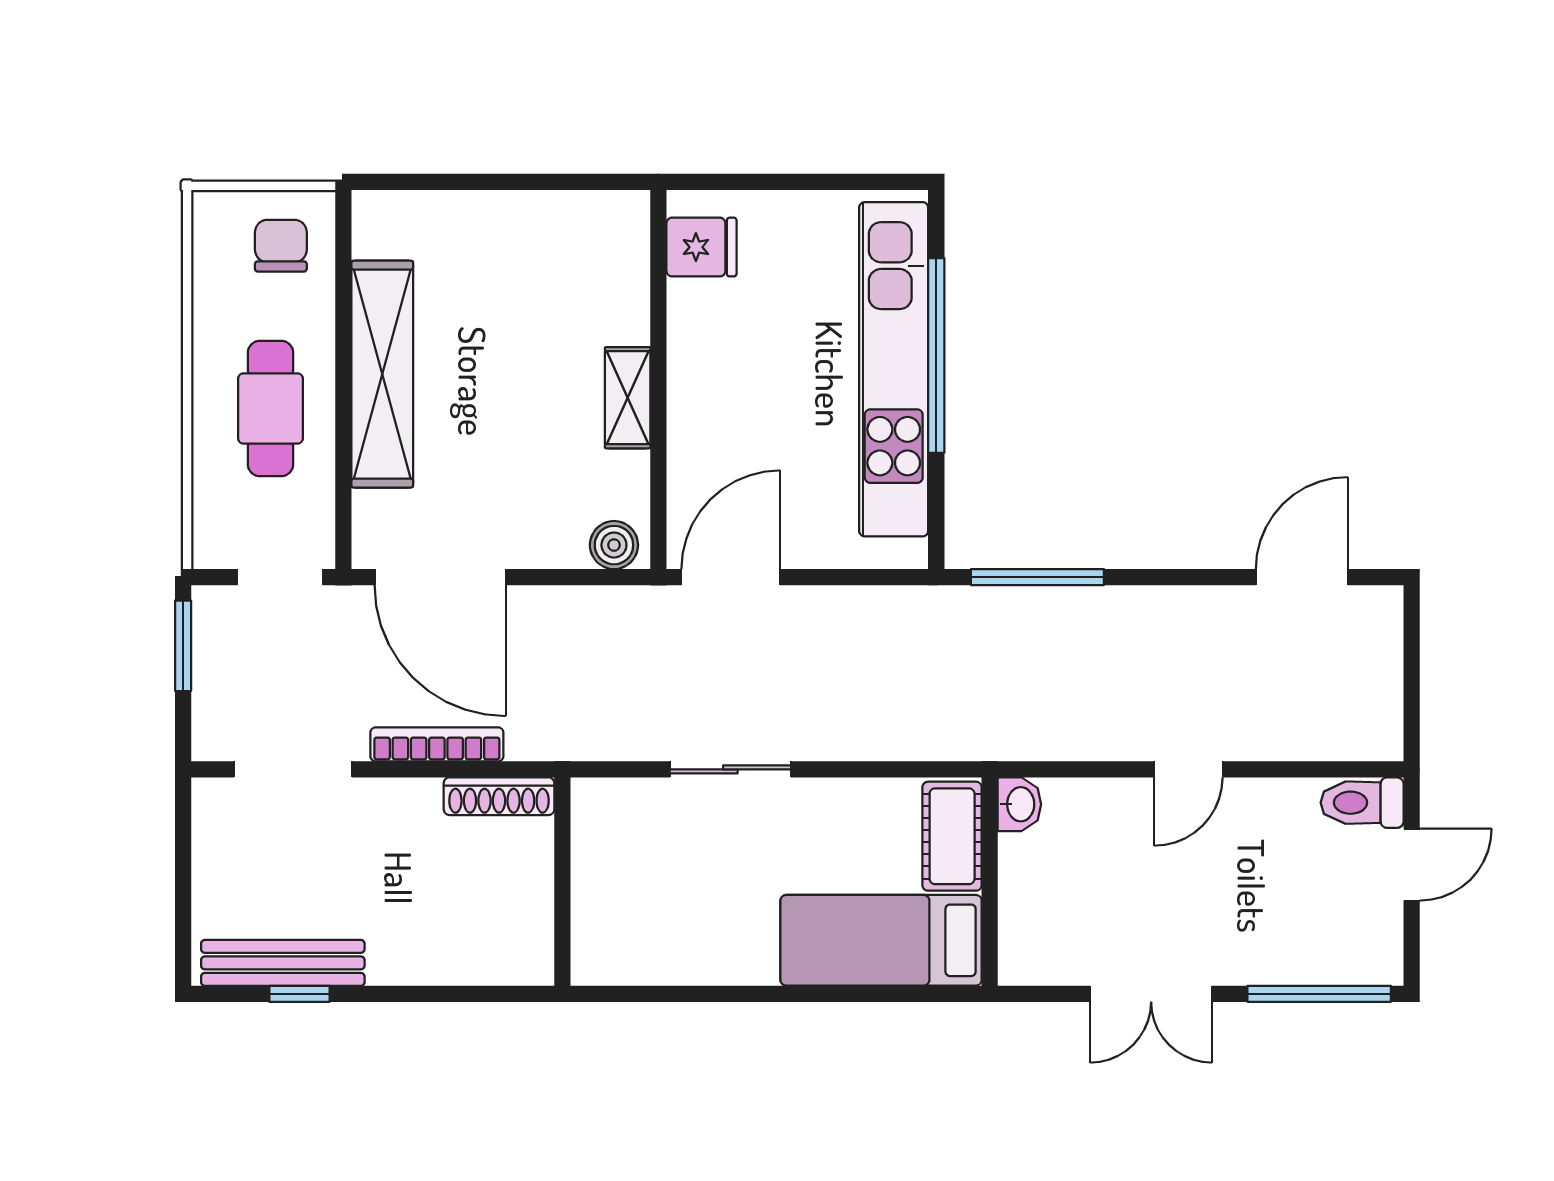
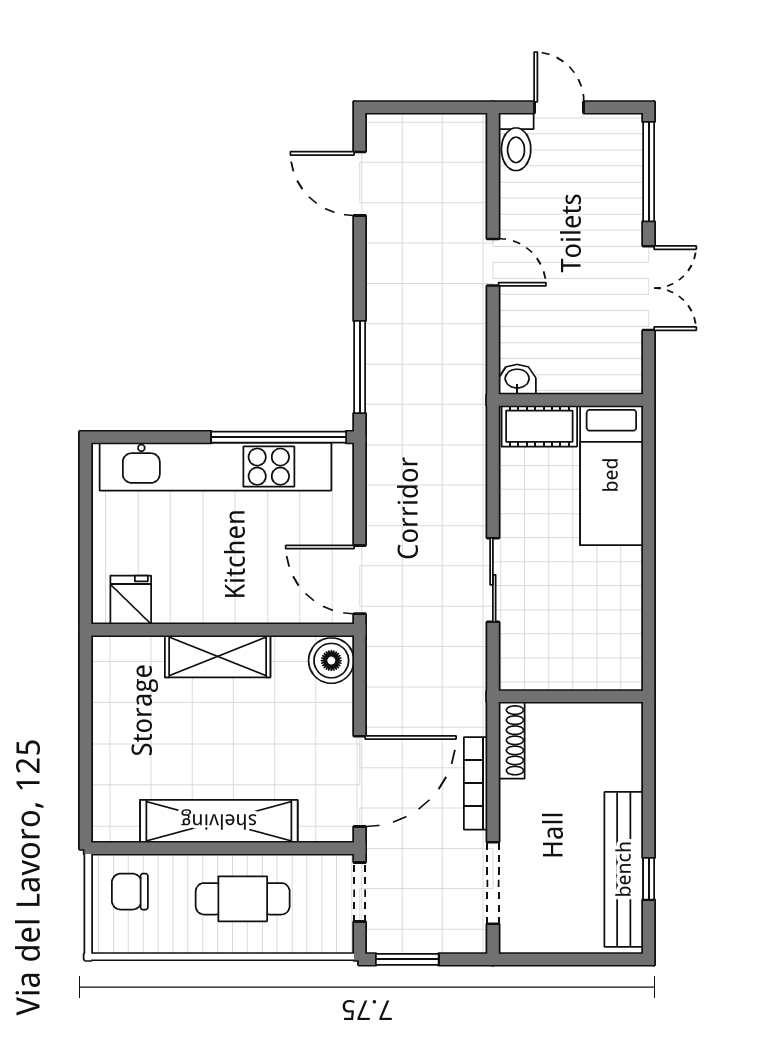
window: (936, 355) -> (279, 437), moved
shelving: (628, 398) -> (218, 656), width x1.50, depth x1.33
boiler: (614, 545) -> (331, 661), width x1.36, depth x1.36
bench: (283, 963) -> (624, 869), width x1.37, depth x1.21

